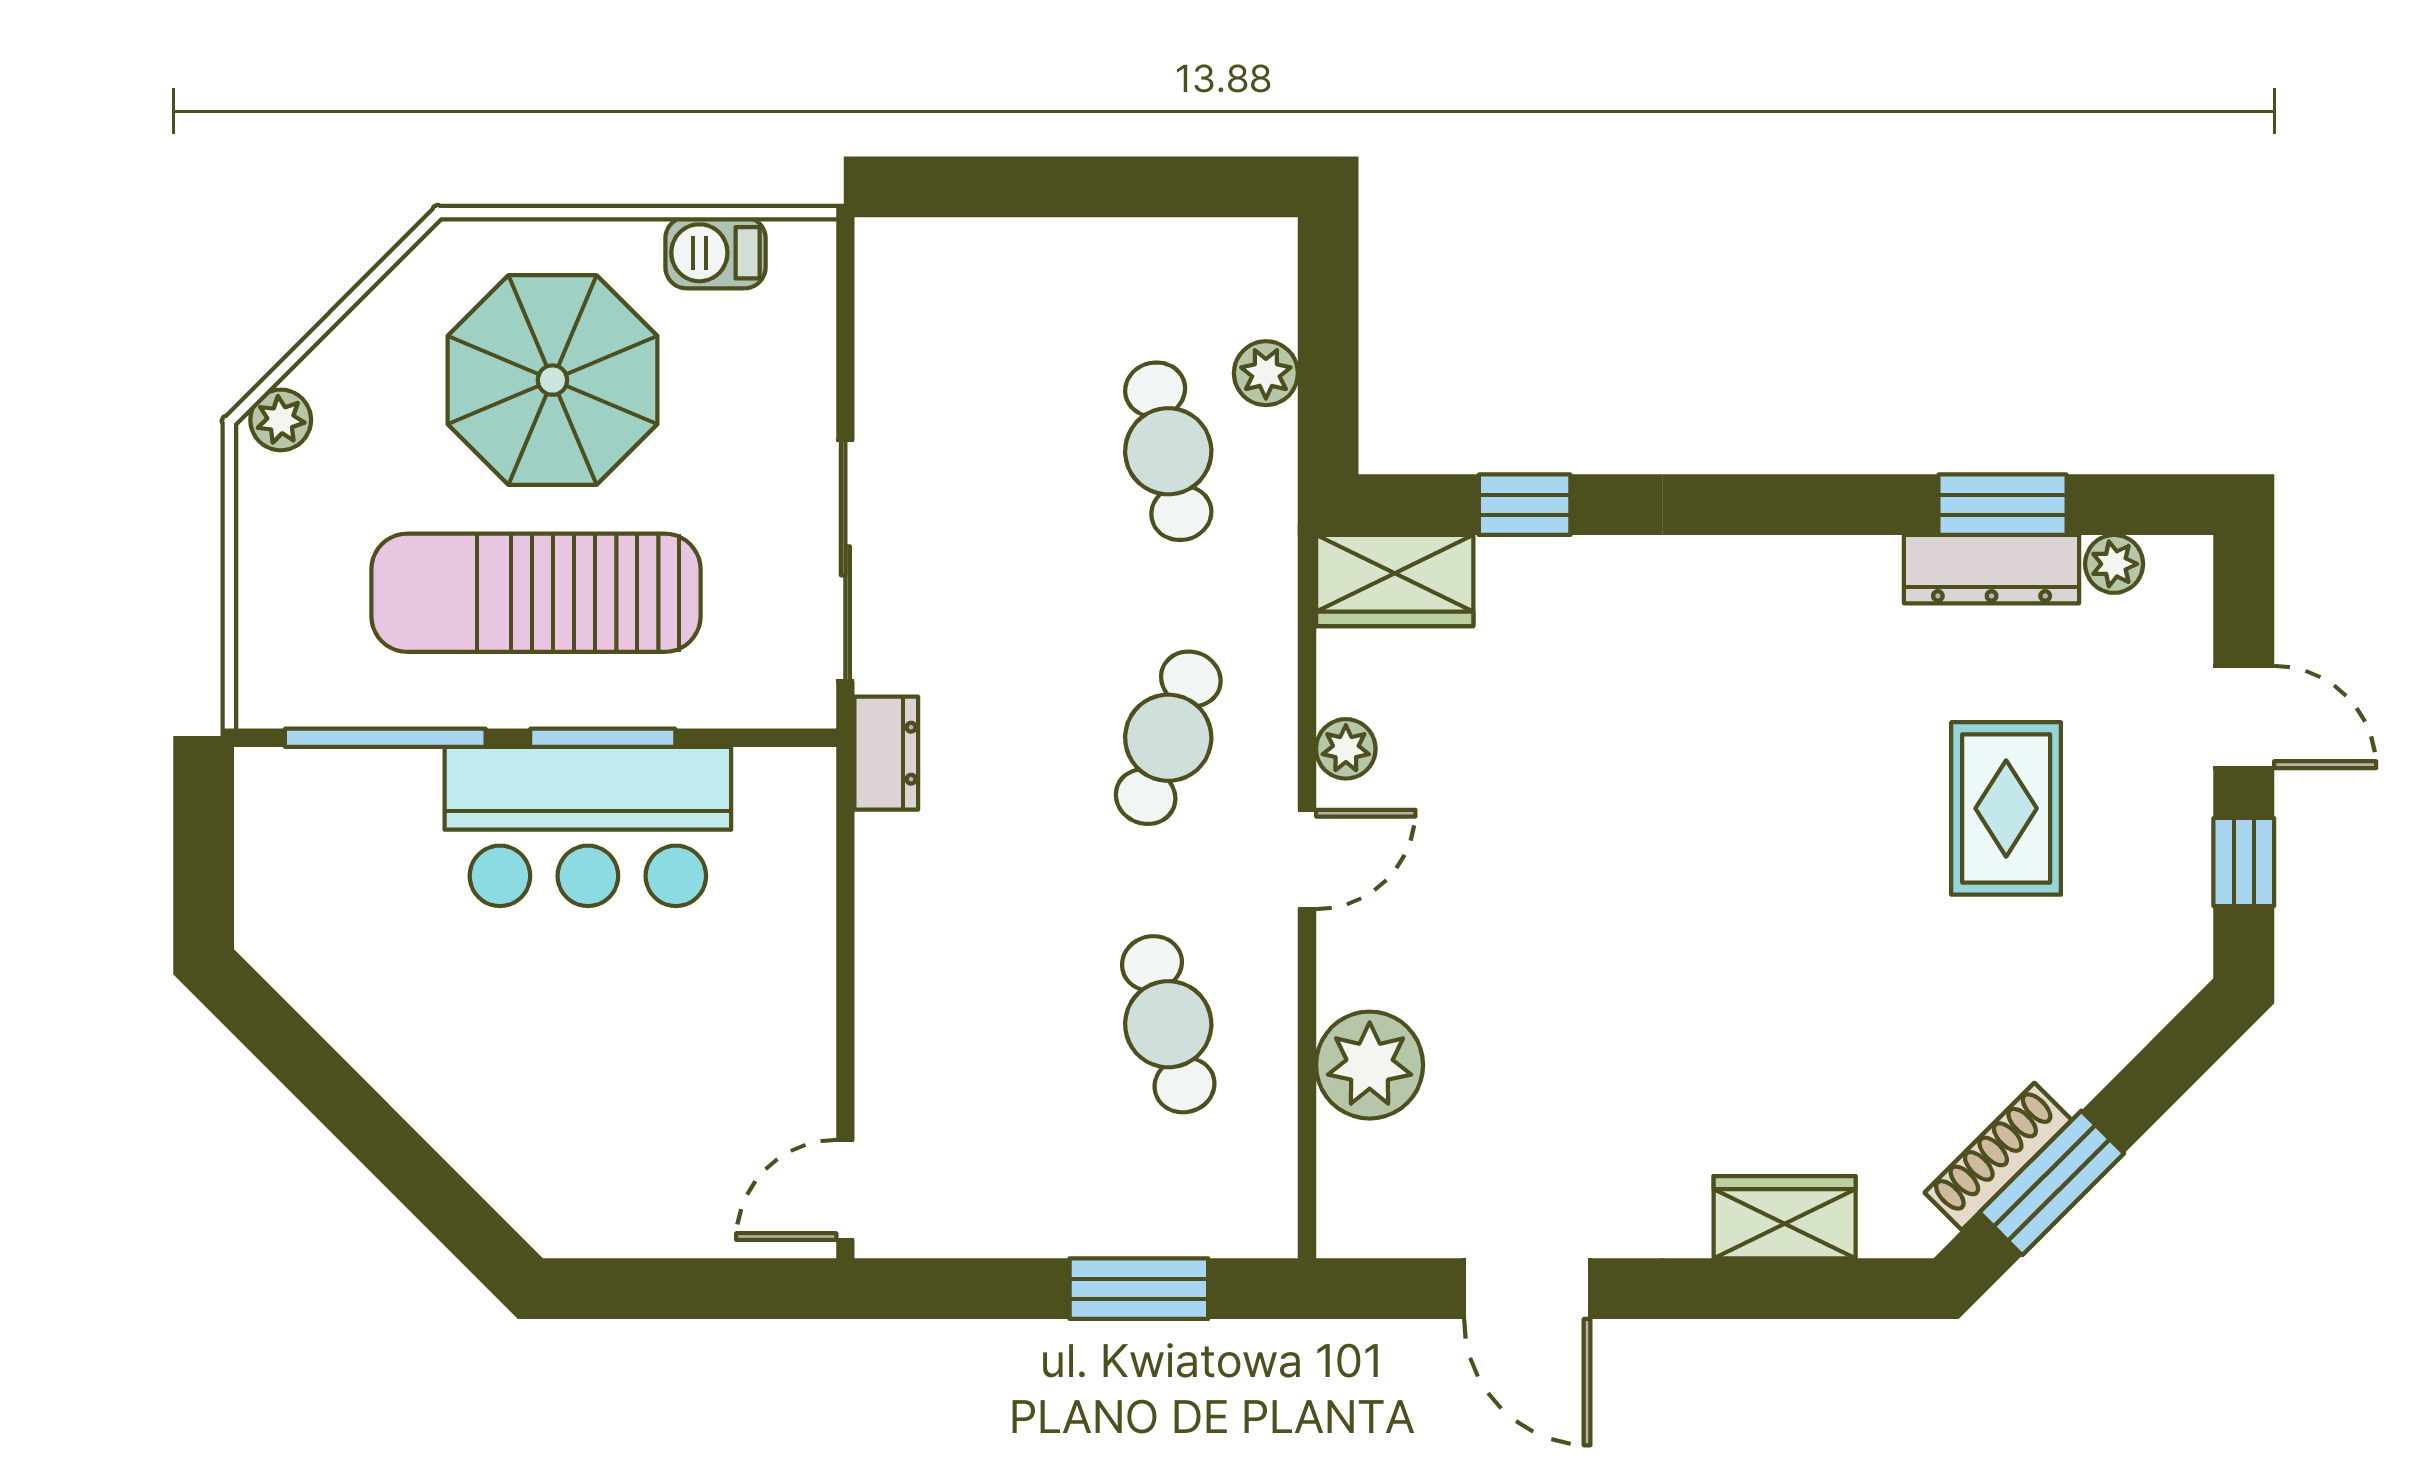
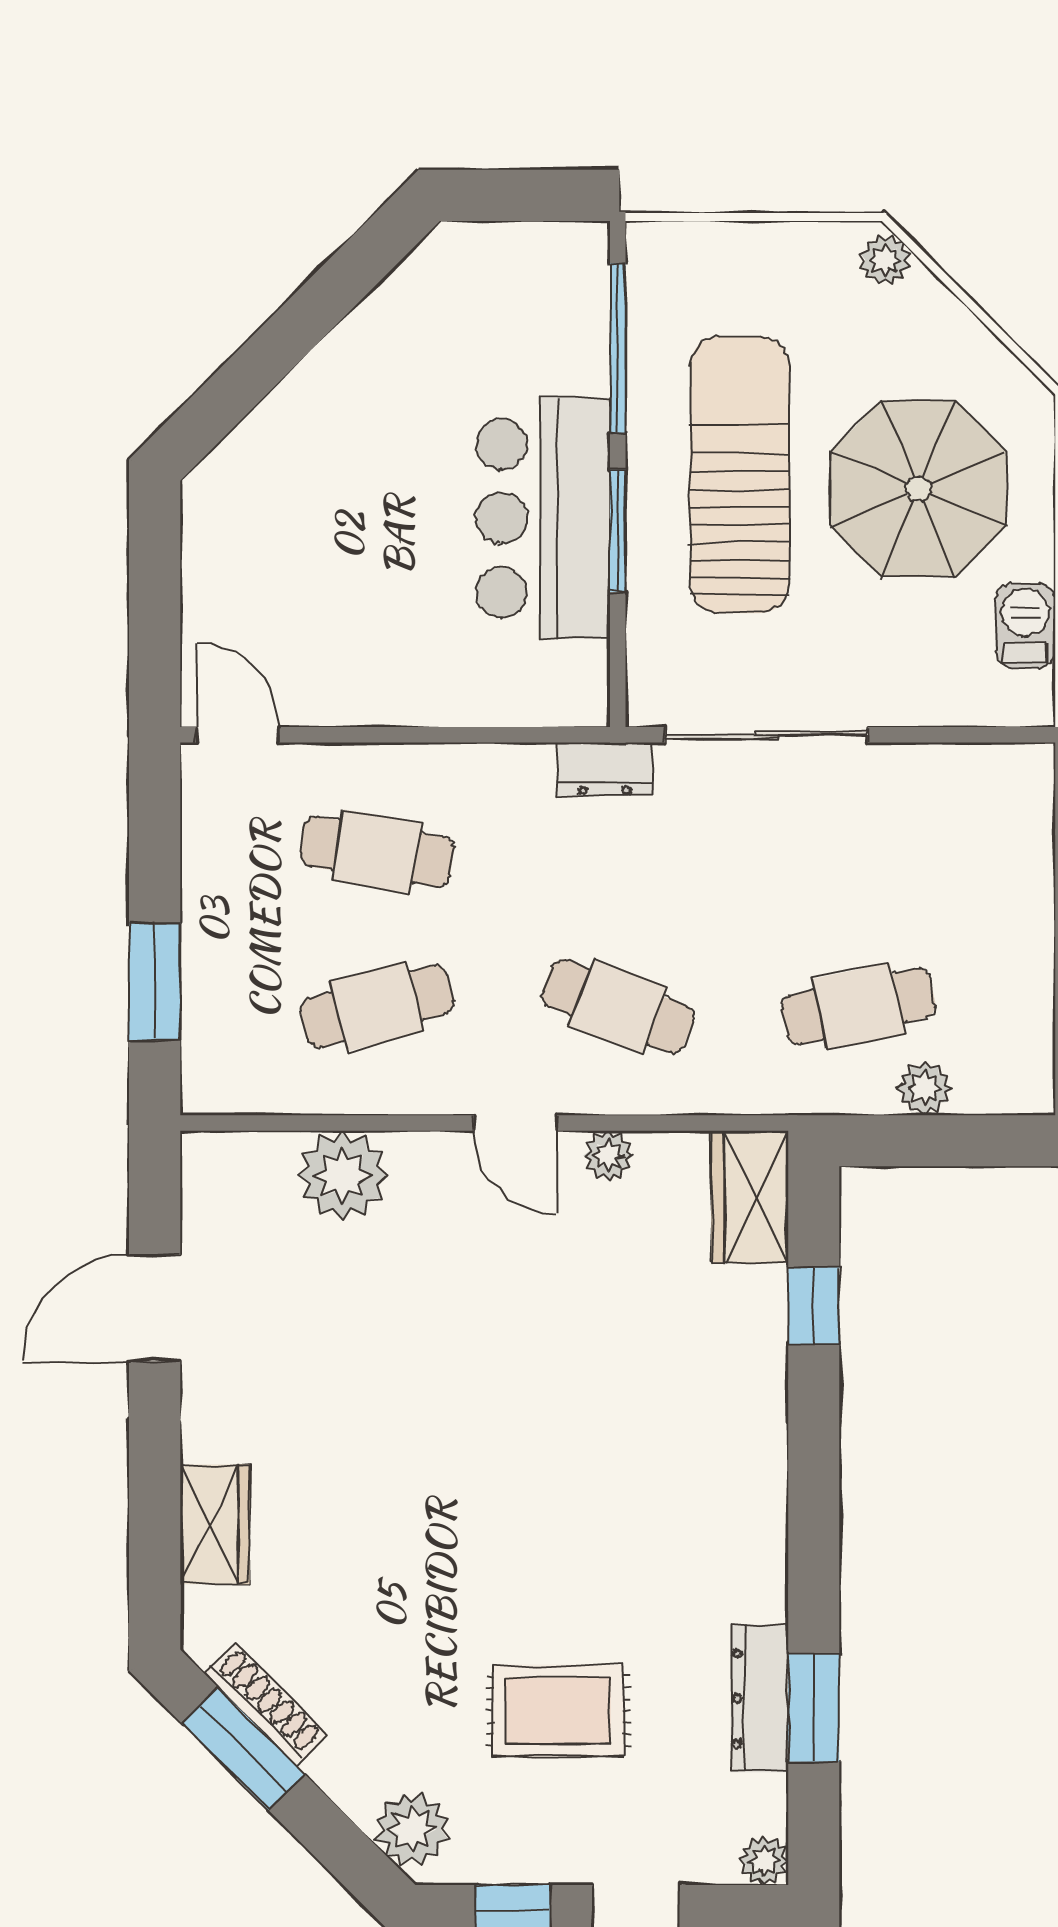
plant: (2114, 564) -> (764, 1861), moved
plant: (2147, 982) -> (412, 1829), added
cafe table: (984, 1024) -> (377, 851), added

